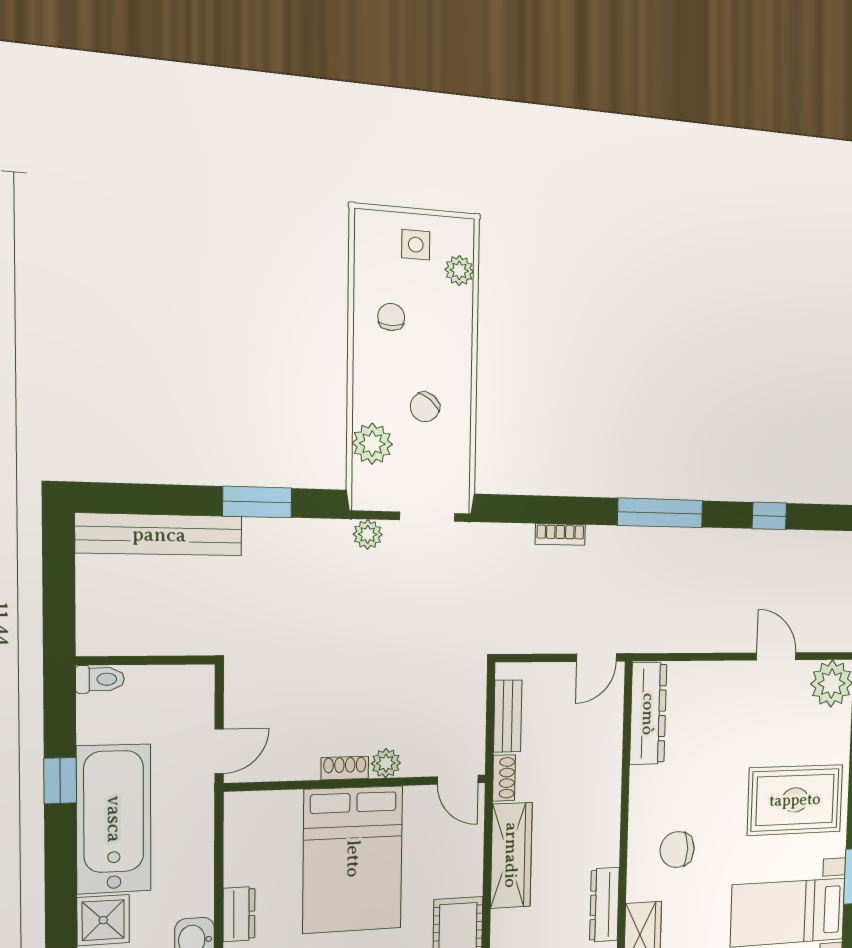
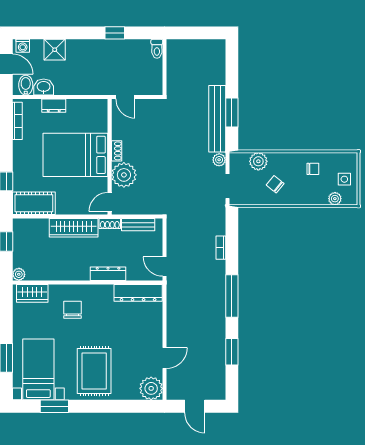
window: (769, 516) -> (232, 352), width x1.50
bench: (159, 535) -> (217, 119), moved
plant: (386, 763) -> (124, 175), width x1.87, depth x1.87
bathtub: (114, 819) -> (98, 54), removed
dresser: (604, 905) -> (108, 274), moved

